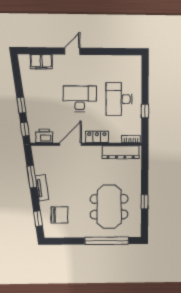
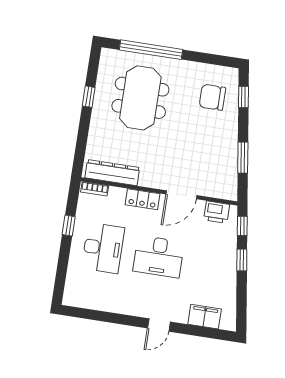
tv unit: (42, 188) -> (231, 140), removed

